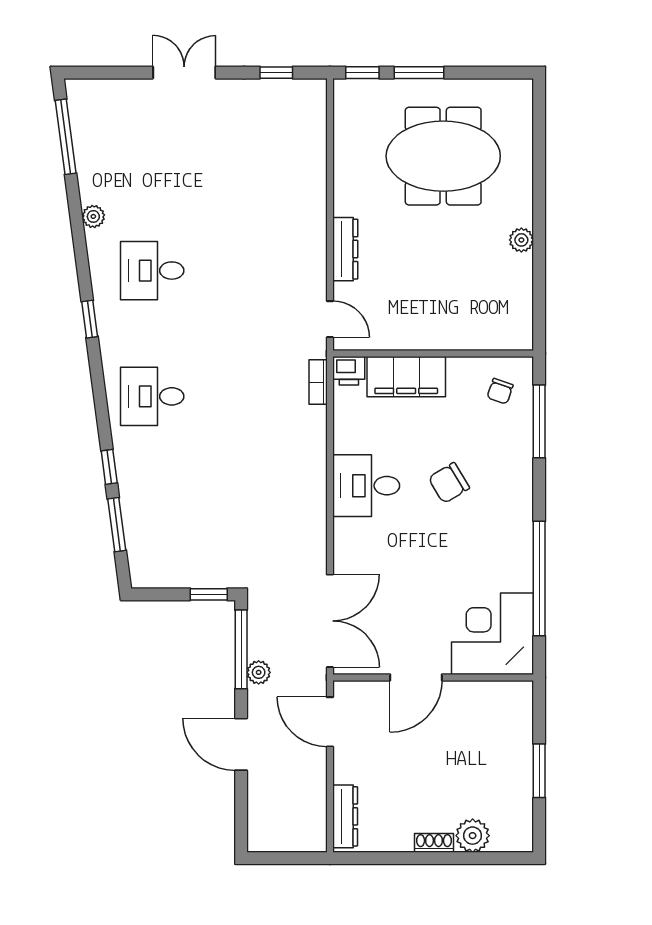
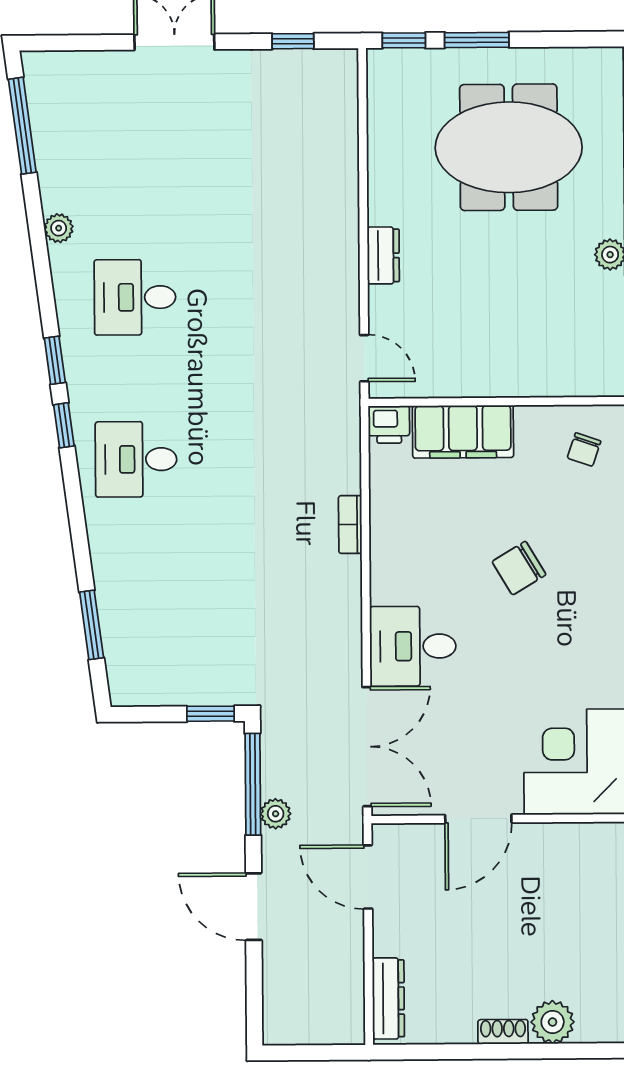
dresser: (345, 249) -> (383, 255), width x0.70
bookcase: (318, 382) -> (350, 525), moved
window: (109, 467) -> (64, 425), moved
desk: (366, 486) -> (413, 646), moved

